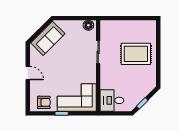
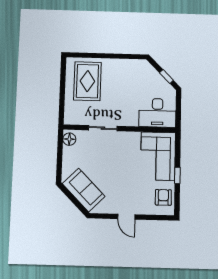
rug: (136, 54) -> (87, 81), moved
door: (28, 73) -> (126, 217), swing flipped
desk: (112, 100) -> (157, 113), width x1.37

